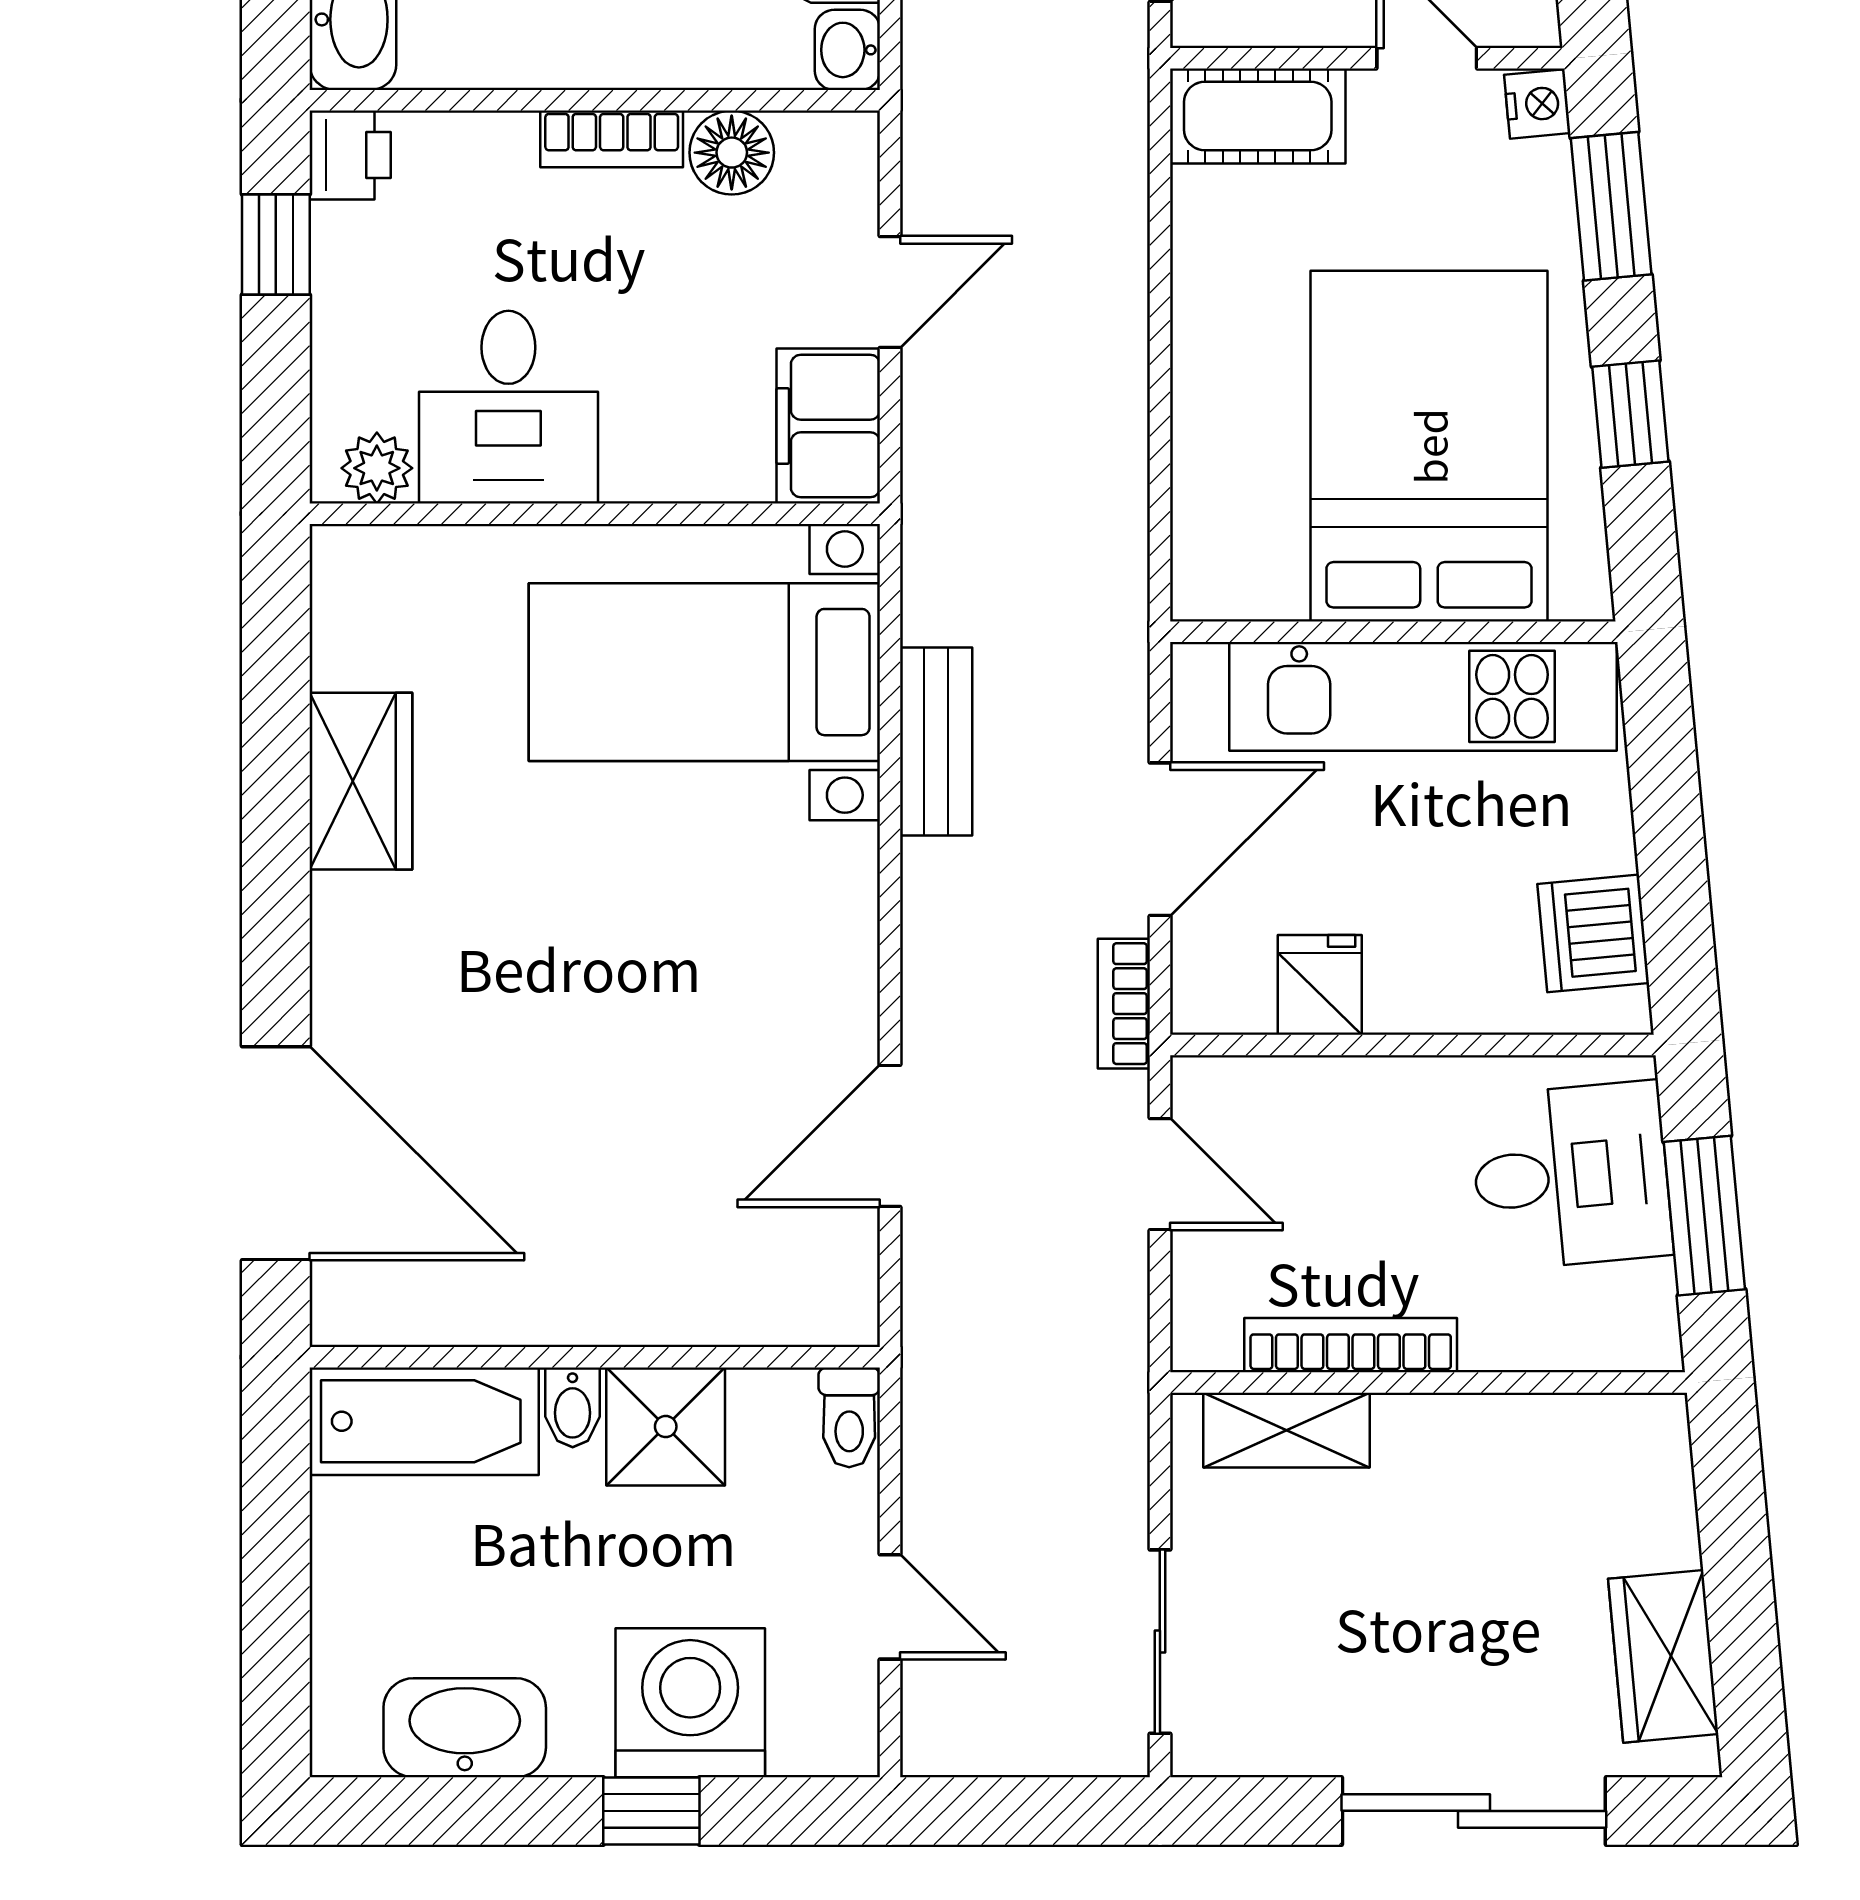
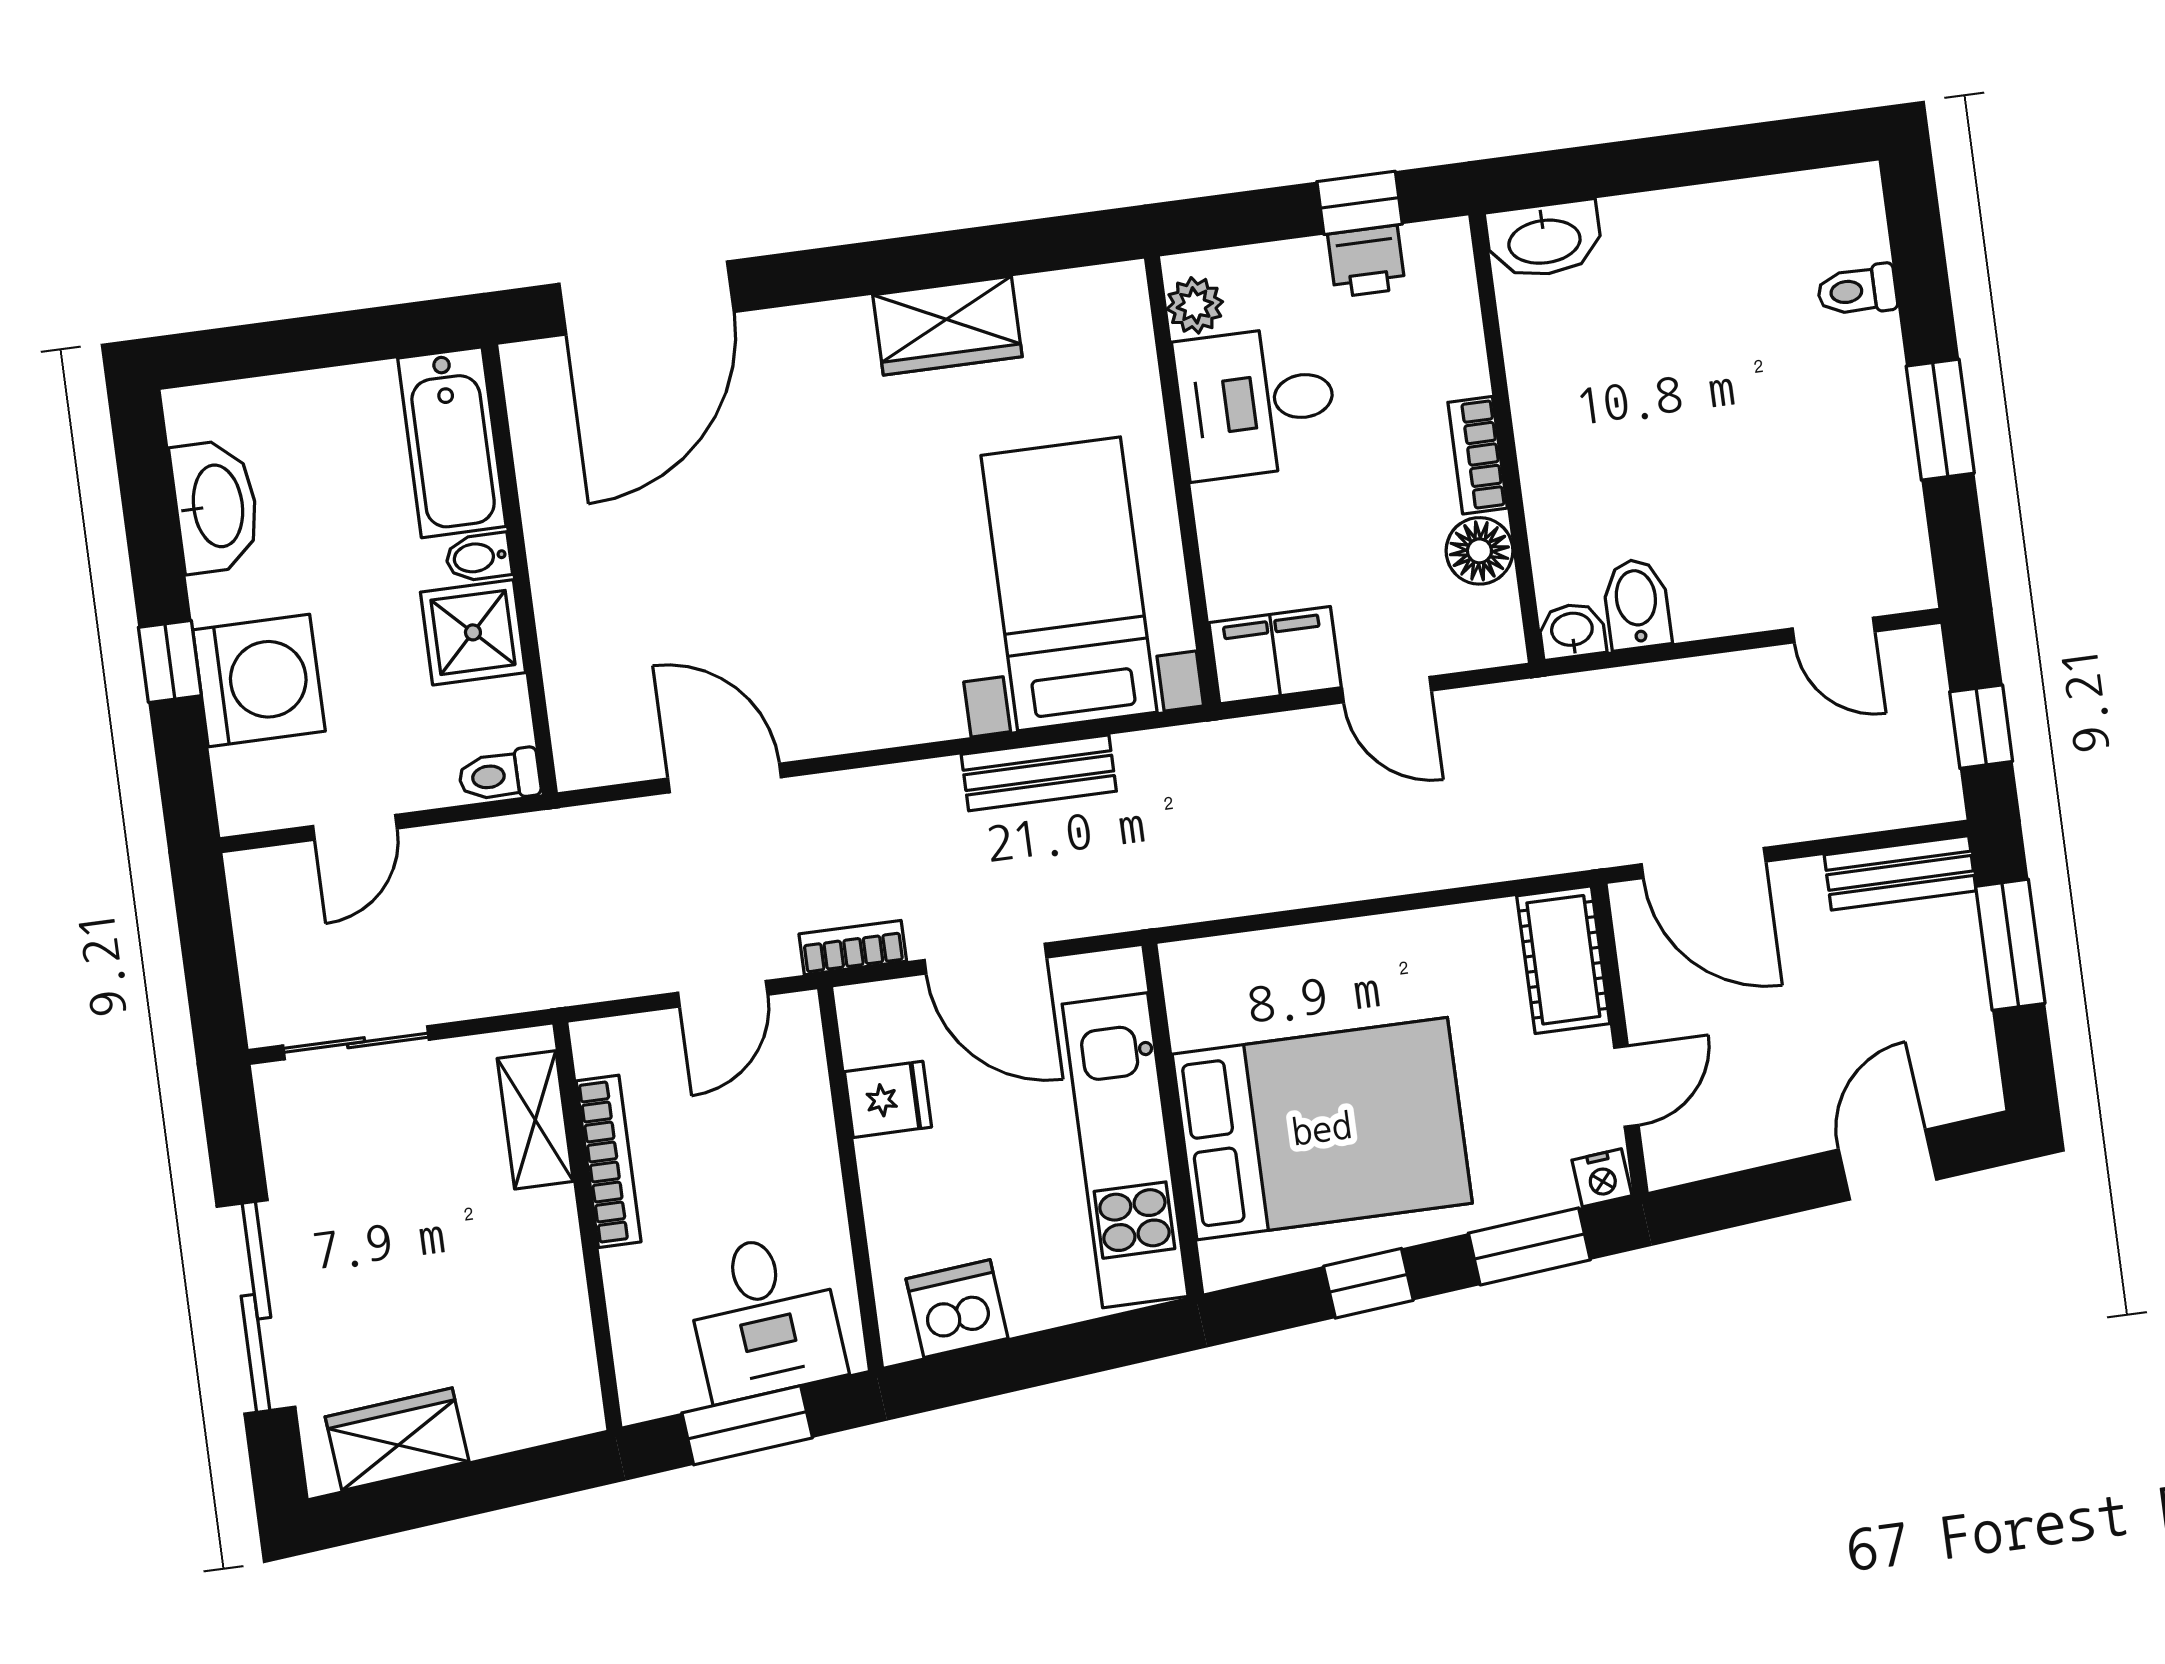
printer: (350, 155) -> (1366, 261), moved

